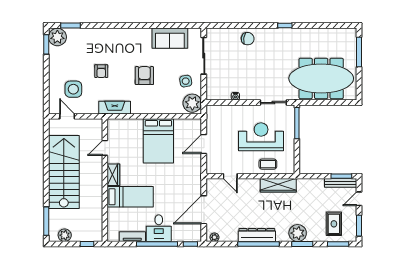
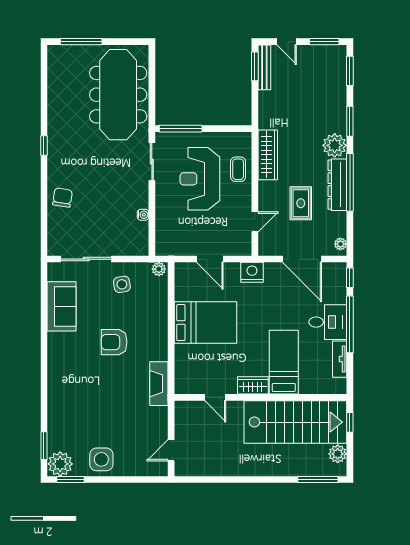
armchair: (101, 71) -> (108, 403), removed
side table: (73, 89) -> (101, 459), moved
plant: (192, 103) -> (159, 269), width x0.53, depth x0.53
stairs: (64, 172) -> (295, 422), moved, turned 180
nightstand: (194, 174) -> (252, 272), added
rug: (334, 224) -> (301, 203), moved, turned 90
plant: (298, 233) -> (335, 145), moved

